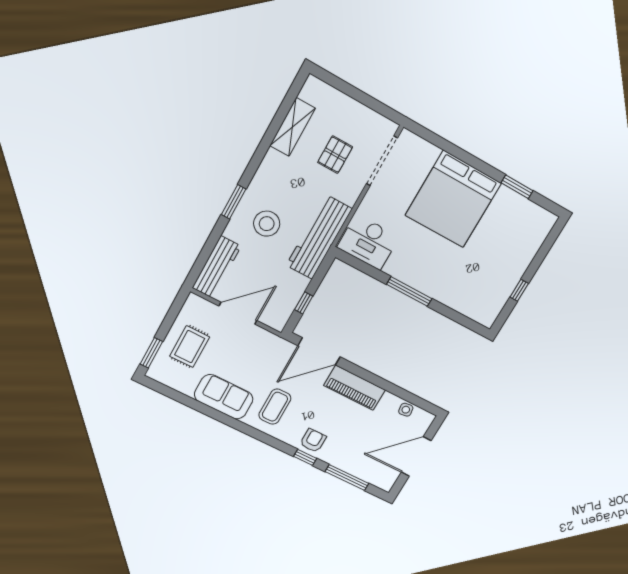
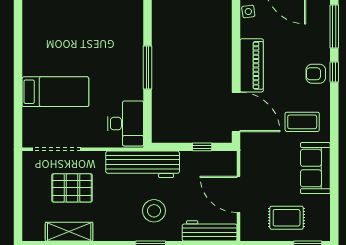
pallet: (335, 155) -> (72, 188), width x1.50, depth x1.42
window: (517, 187) -> (18, 31), removed
bed: (453, 199) -> (55, 92), width x0.49

